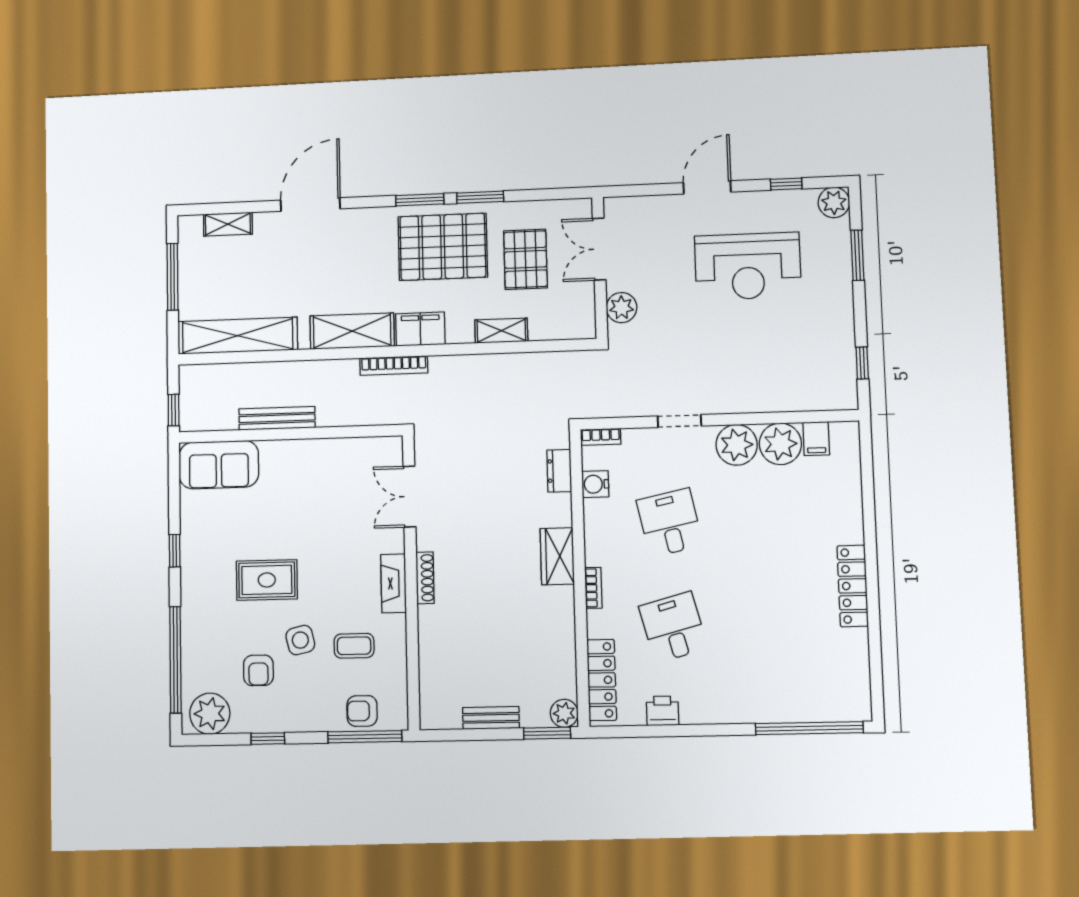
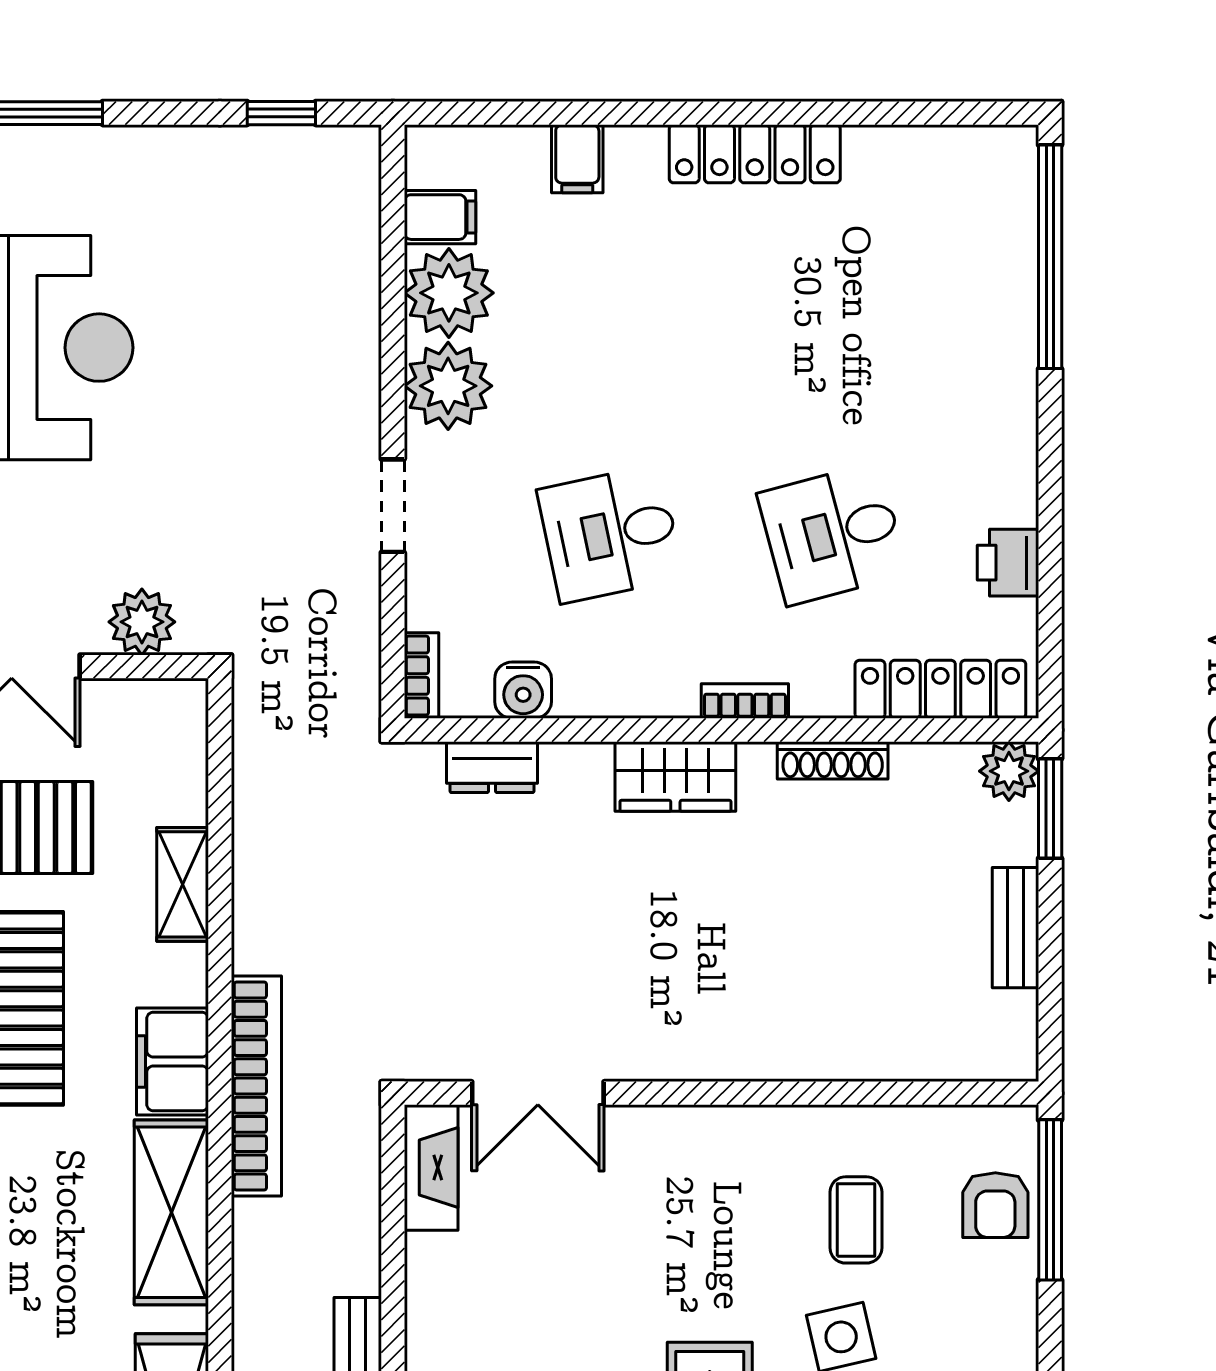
bookcase: (394, 365) -> (256, 1086), width x1.48, depth x1.31
filing cabinet: (847, 502) -> (577, 159), added
shoe rack: (425, 578) -> (833, 760), moved, turned 180
fireplace: (394, 583) -> (431, 1168), moved, turned -90

